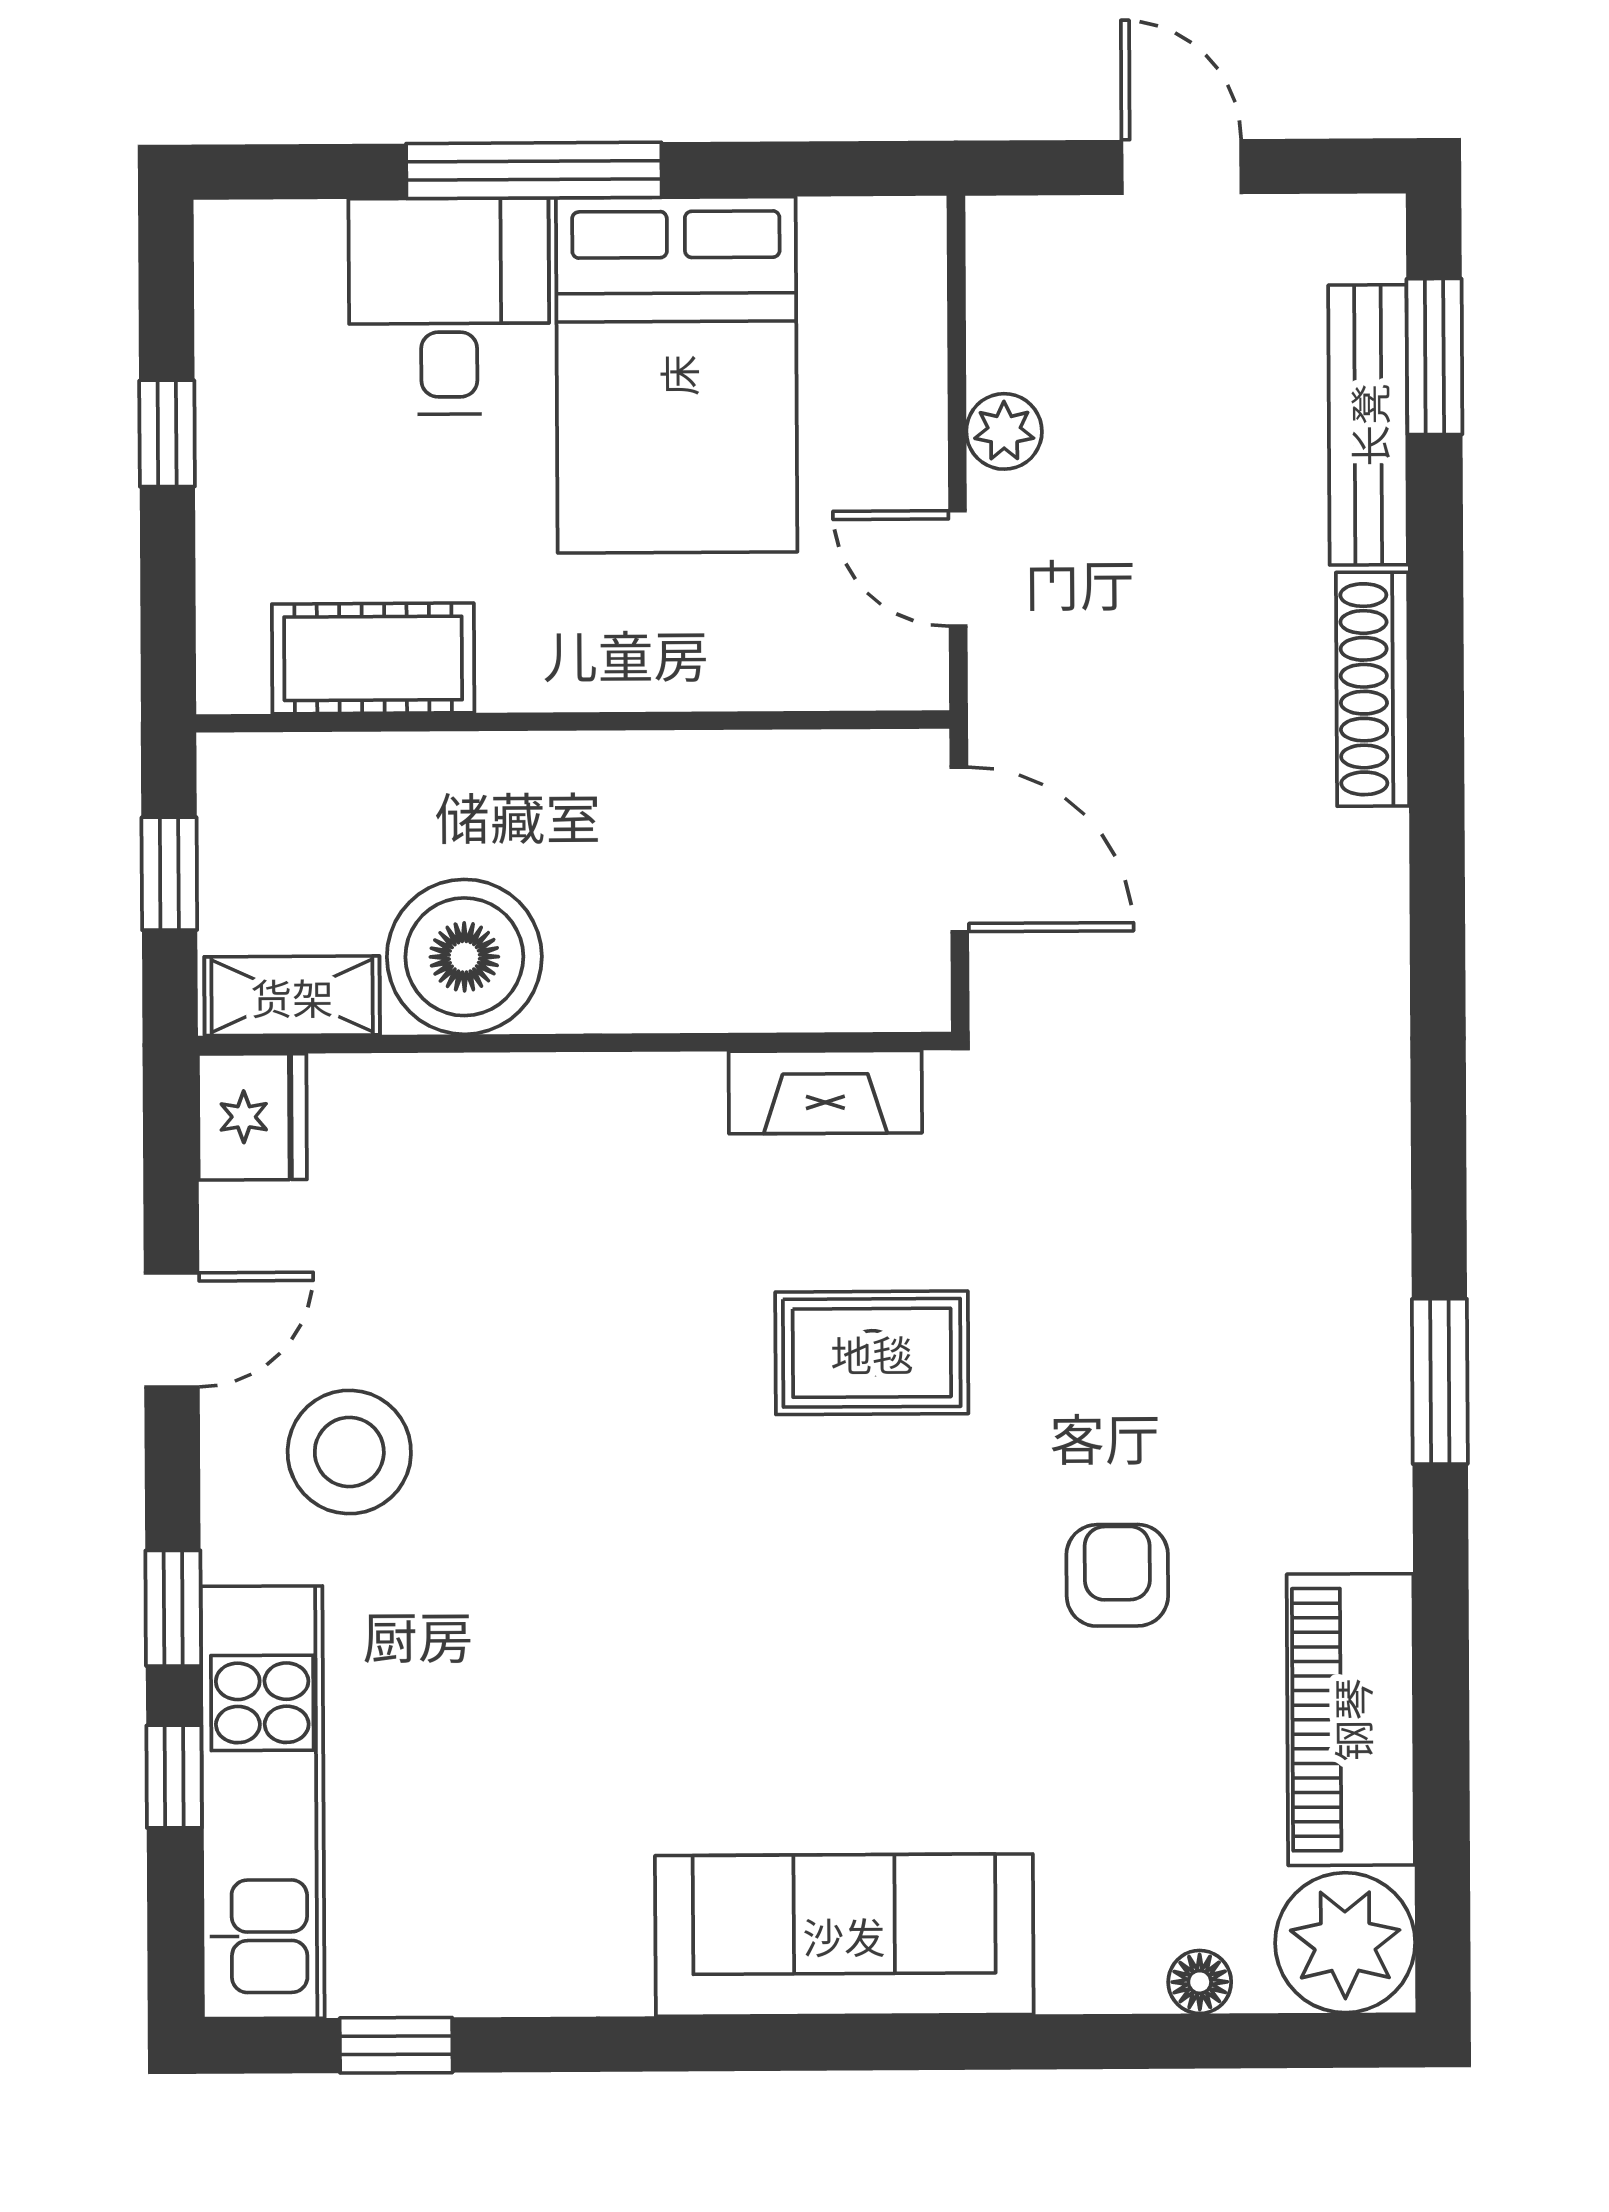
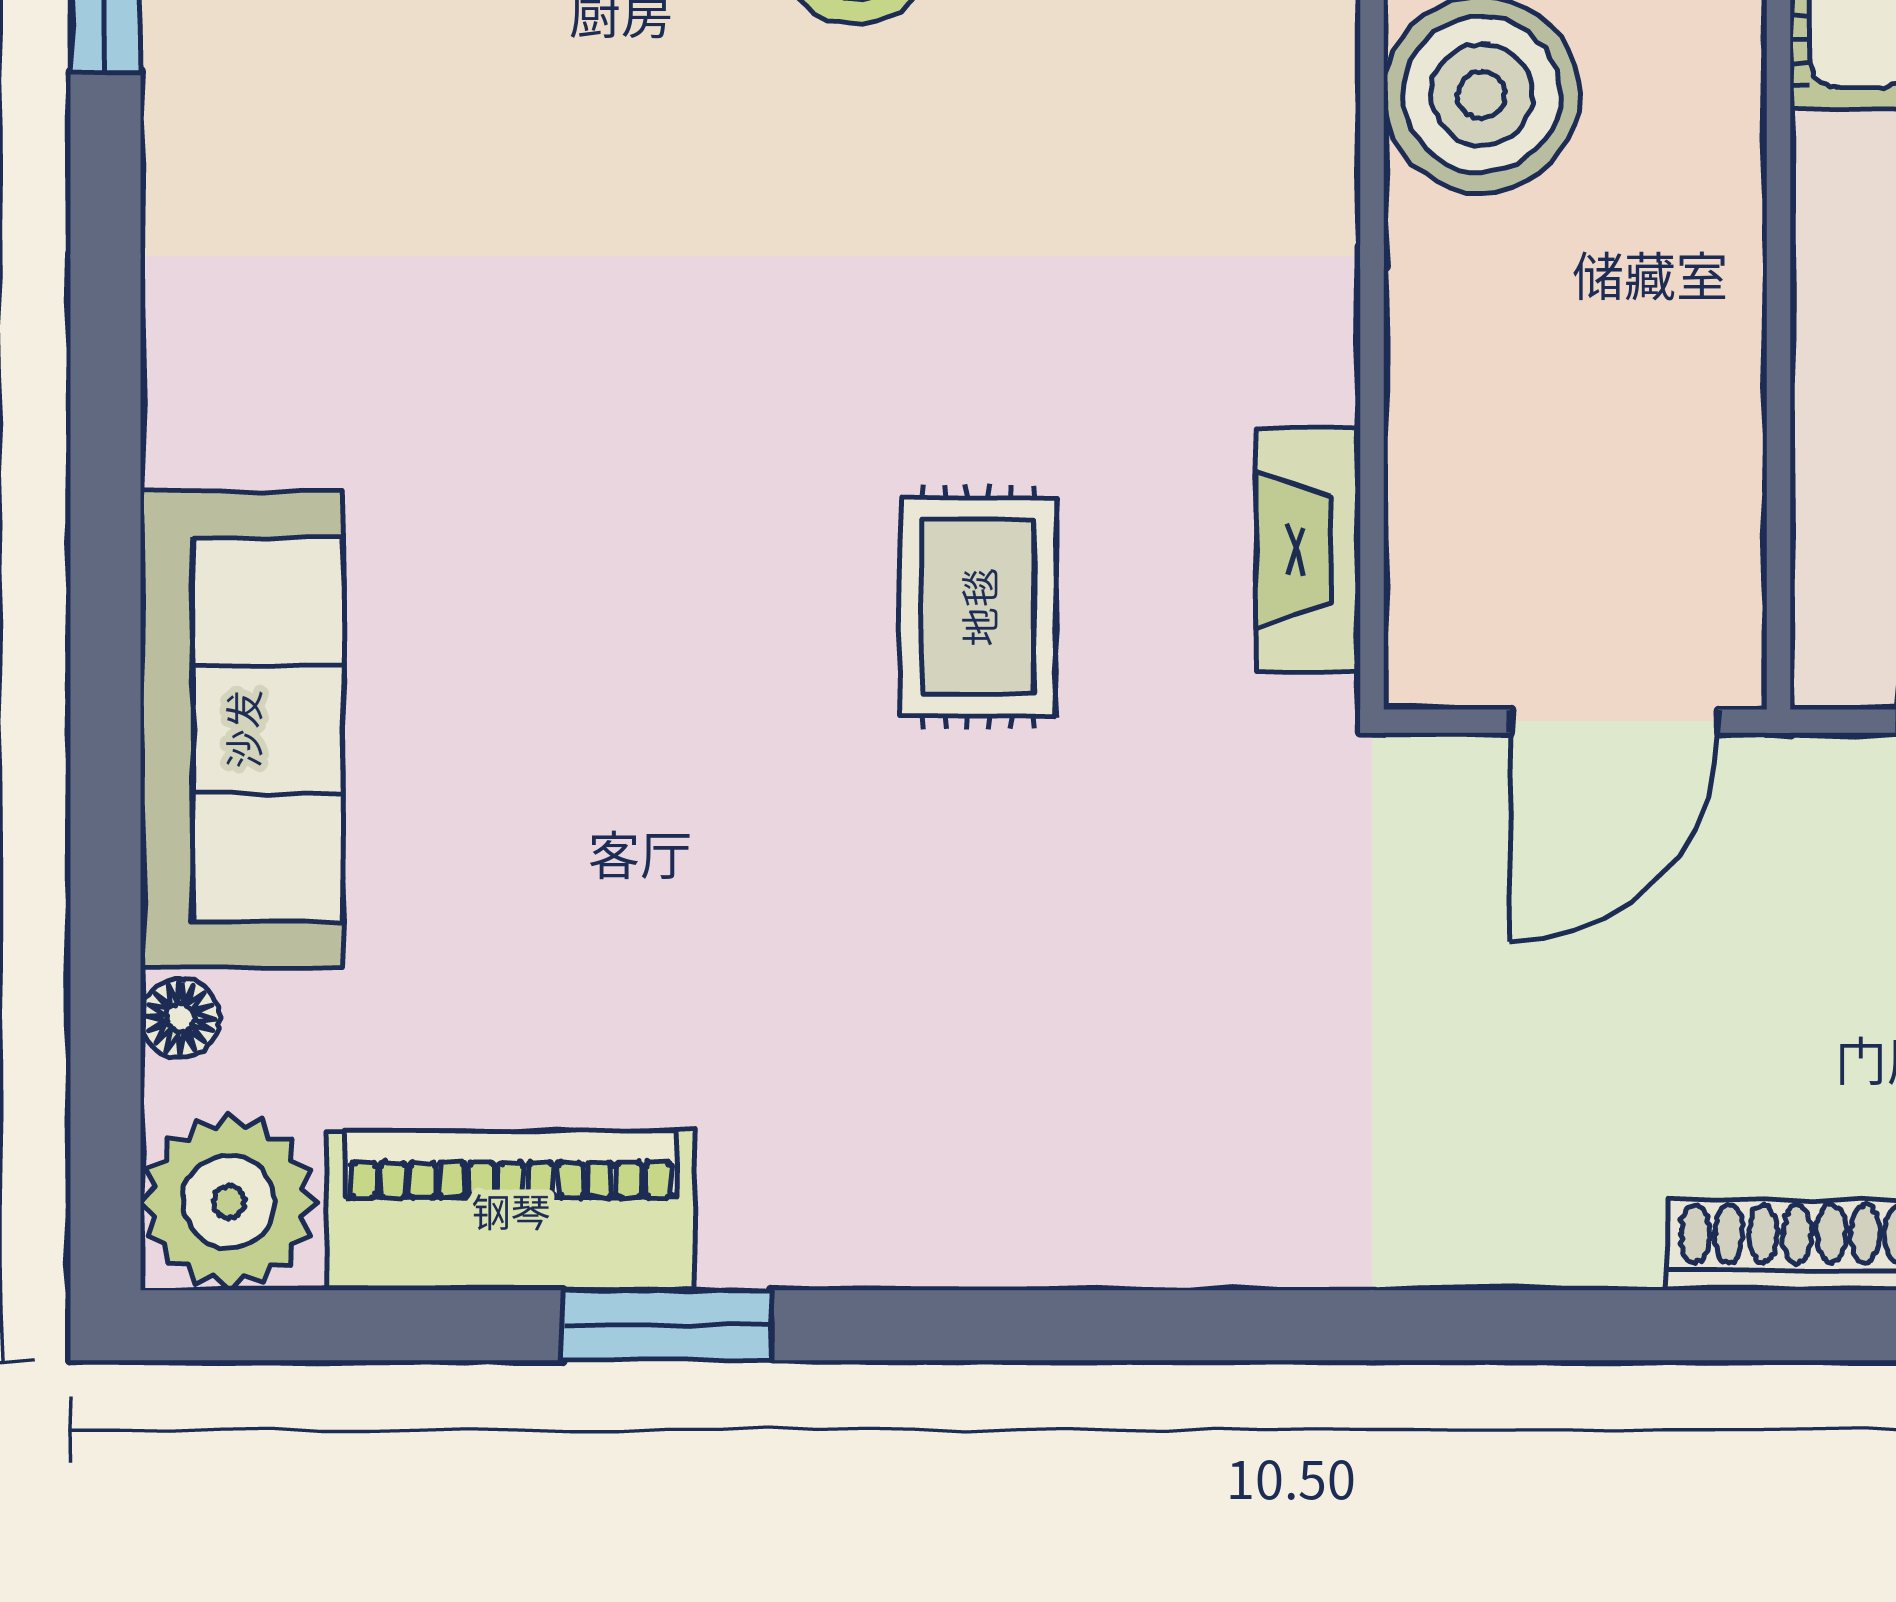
window: (1440, 1381) -> (667, 1325), moved
armchair: (1117, 1575) -> (695, 916), removed
sofa: (844, 1935) -> (242, 729), moved

